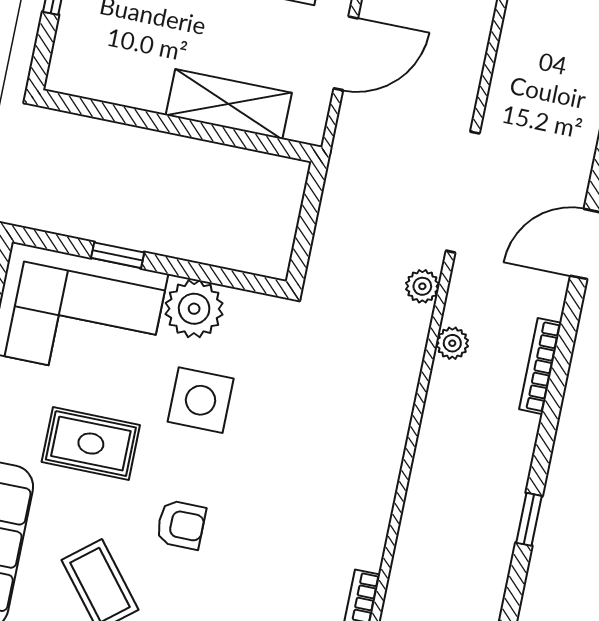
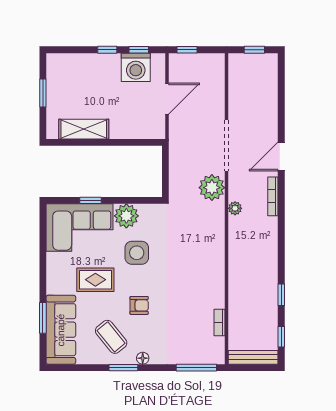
shelving: (229, 104) -> (84, 129), moved
plant: (422, 286) -> (212, 188), width x1.87, depth x1.87
bookcase: (540, 366) -> (273, 196), moved
window: (529, 519) -> (281, 295), moved

